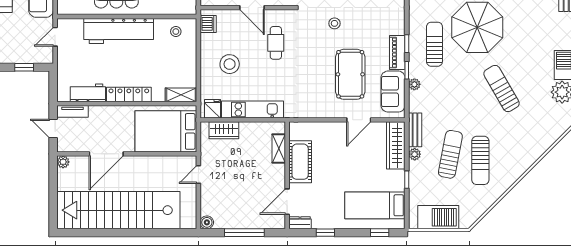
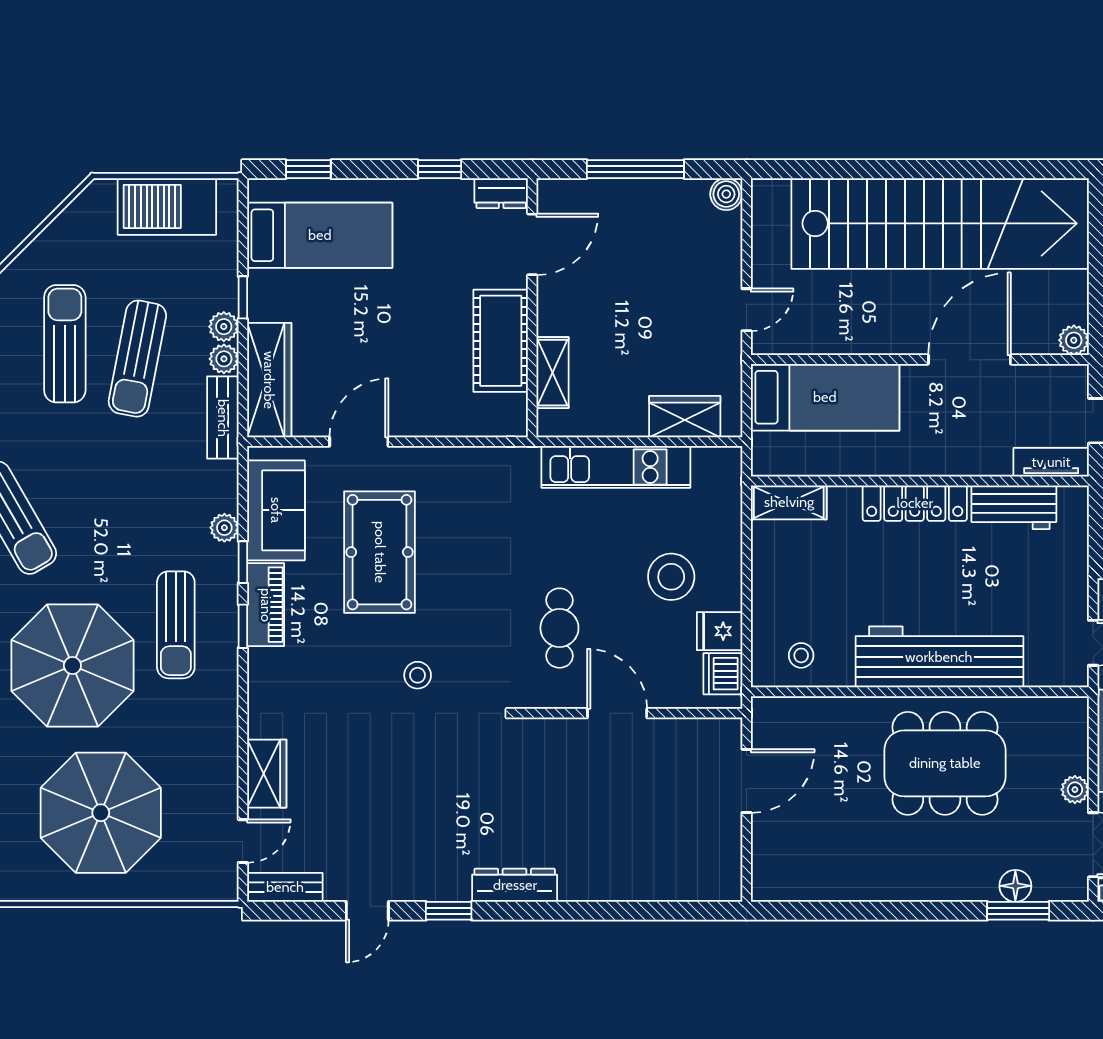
fridge: (213, 109) -> (720, 631), moved, turned 90
bed: (166, 131) -> (825, 397), width x0.67
plant: (415, 168) -> (224, 327), added

